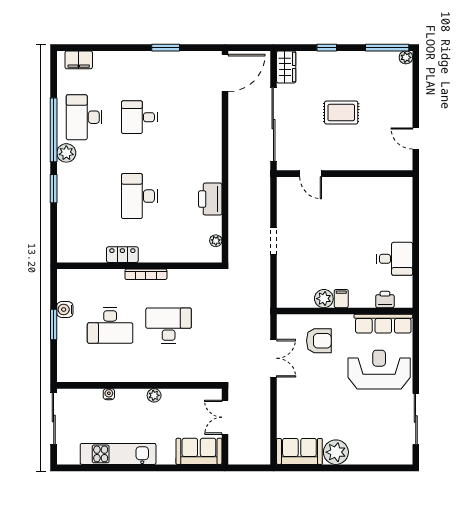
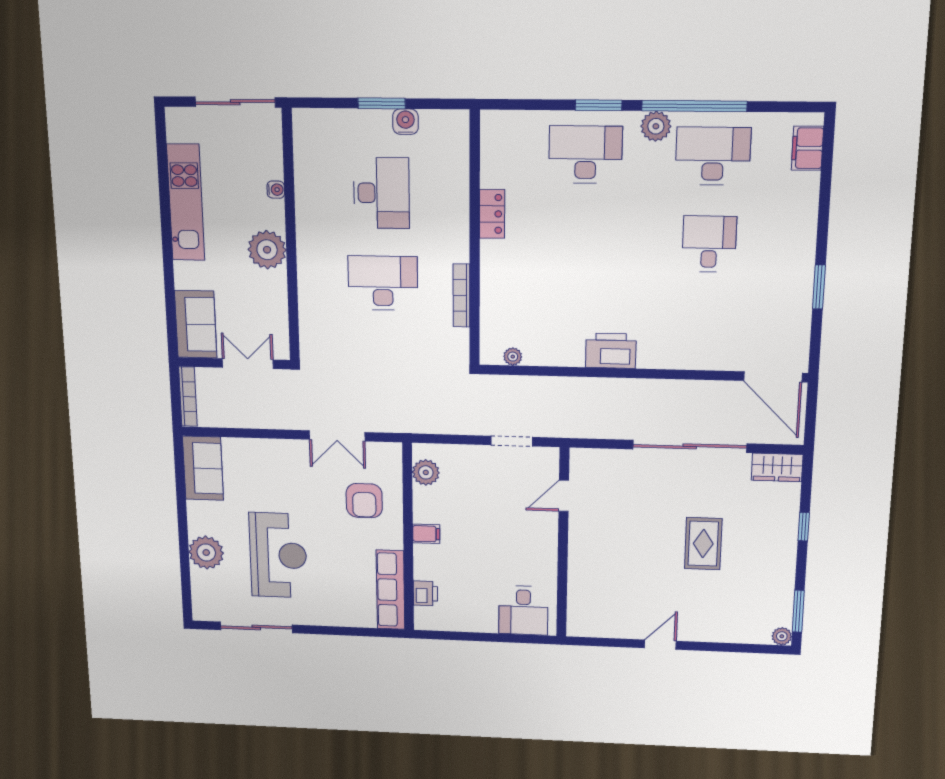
window: (387, 48) -> (798, 611), width x0.69
door: (311, 174) -> (564, 496), moved
wall: (345, 174) -> (563, 543), moved
desk: (139, 196) -> (585, 155), moved
printer: (210, 199) -> (611, 351), moved
desk: (395, 259) -> (523, 610), moved
bookcase: (146, 274) -> (461, 295), moved
plant: (324, 299) -> (426, 472), moved
desk: (110, 326) -> (381, 193), turned 180
desk: (169, 326) -> (383, 283), turned -90
reception desk: (379, 370) -> (278, 555), moved
plant: (154, 395) -> (267, 250), width x1.88, depth x1.88
plant: (336, 452) -> (206, 553), moved
bookcase: (249, 459) -> (188, 397), added

